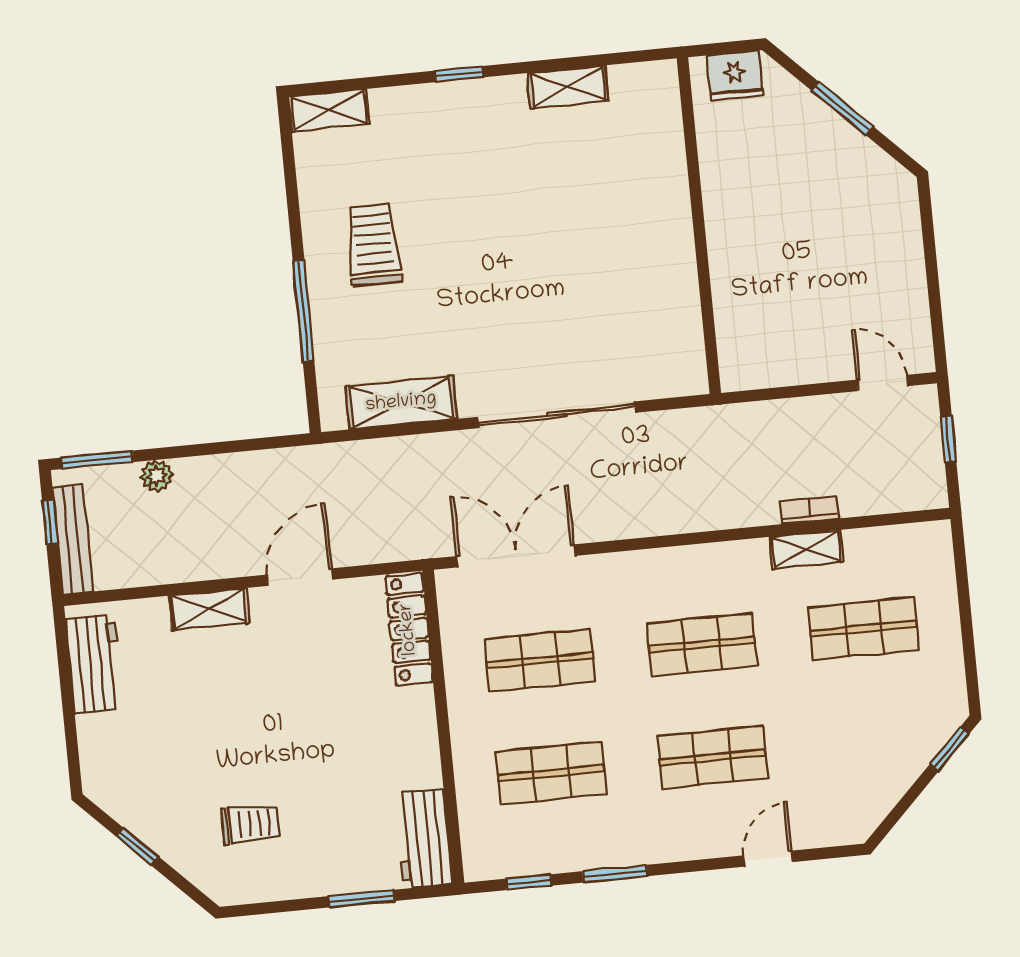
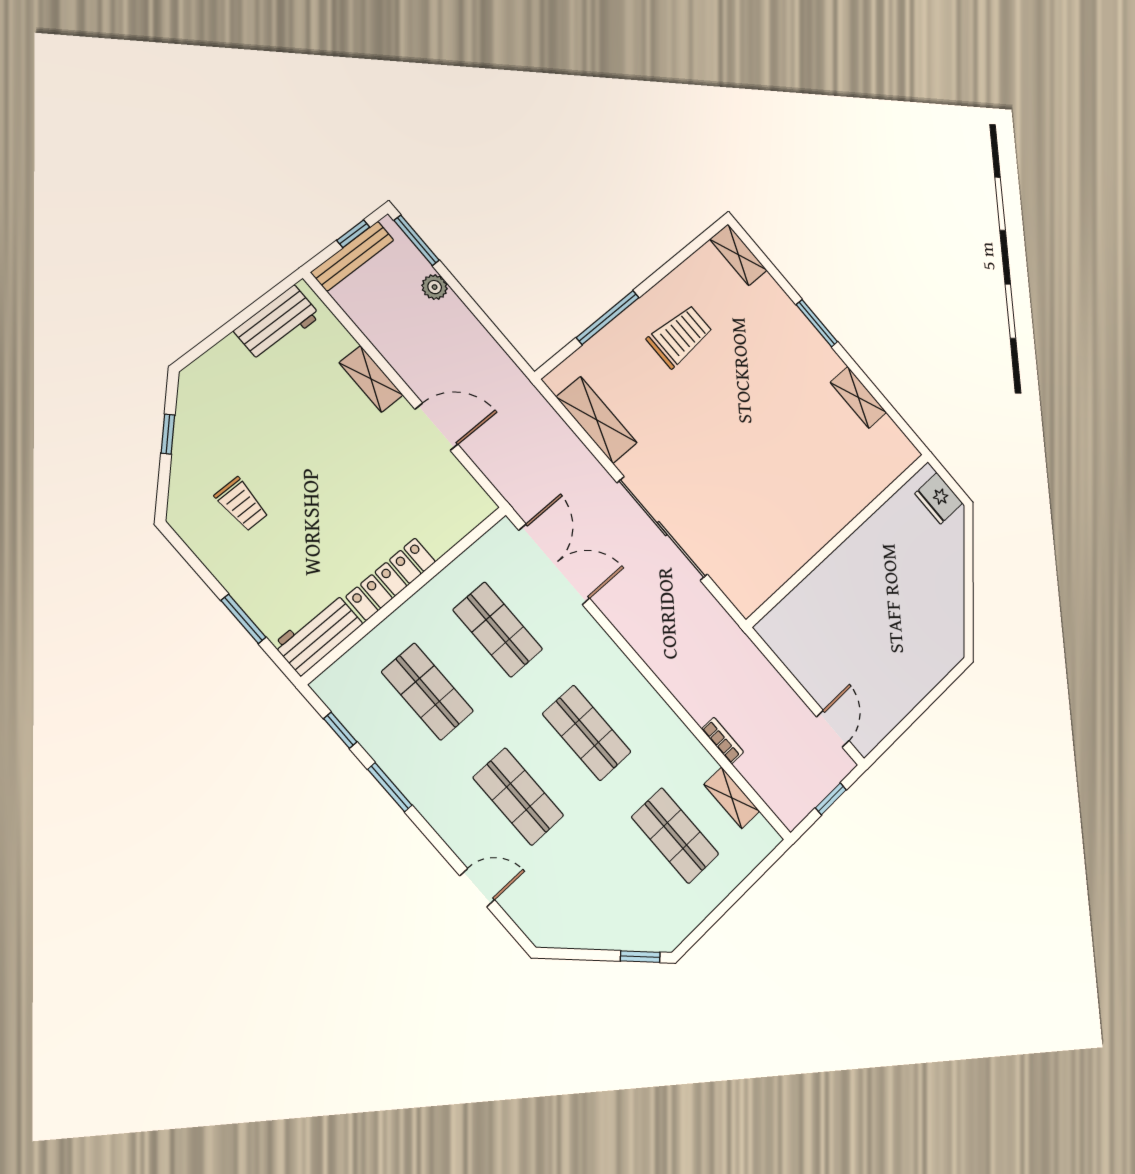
window: (459, 74) -> (817, 323), width x1.50
window: (842, 108) -> (969, 580), removed
shelving: (807, 549) -> (732, 798), moved
locker: (409, 629) -> (391, 579), moved

